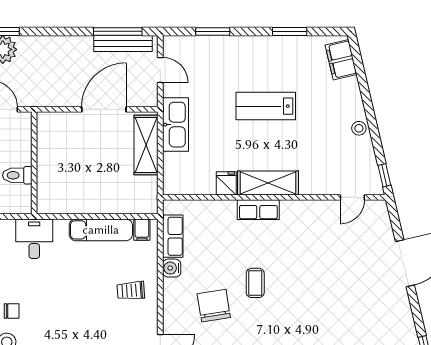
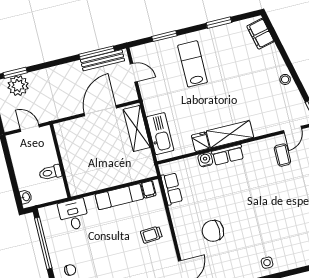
lab bench: (266, 106) -> (193, 64), moved, turned 90
kitchen sink: (175, 125) -> (160, 134), moved
water cooler: (172, 268) -> (205, 160), moved, turned 90
coffee table: (255, 283) -> (282, 155), moved
chair: (214, 306) -> (213, 231), turned -81

